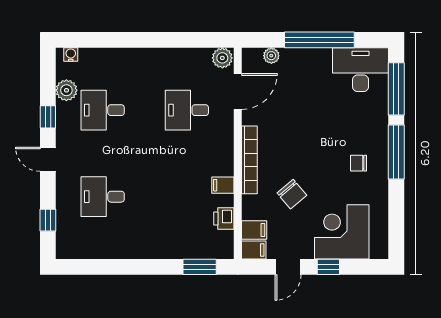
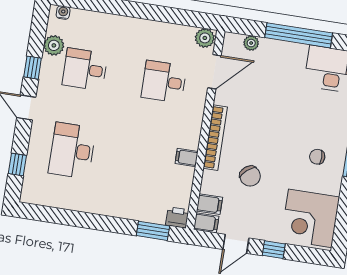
desk: (103, 197) -> (72, 151), width x1.37
printer: (224, 219) -> (177, 217), moved, turned 90
corner desk: (342, 232) -> (310, 218), moved, turned -90

